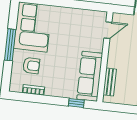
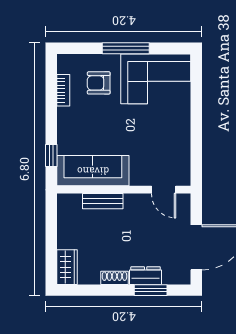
armchair: (31, 66) -> (99, 83), turned 89
bench: (110, 82) -> (103, 201), moved

